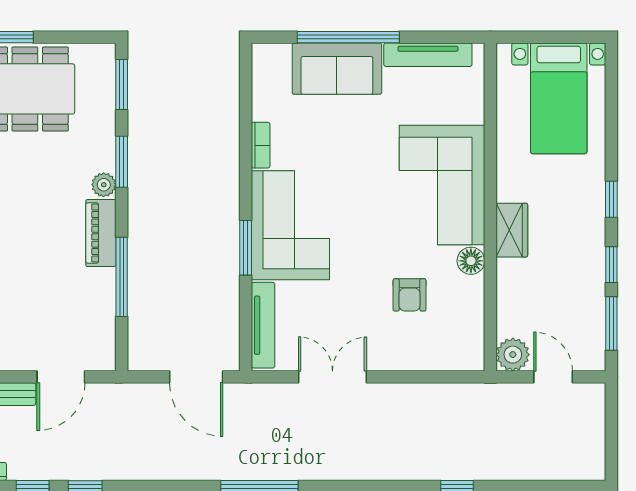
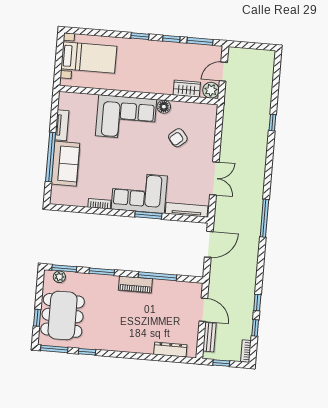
tv unit: (428, 55) -> (62, 125), width x0.71
plant: (104, 185) -> (59, 277), moved
wardrobe: (512, 230) -> (187, 89), moved
armchair: (410, 295) -> (178, 138), turned 140
double door: (333, 377) -> (214, 178), swing flipped

